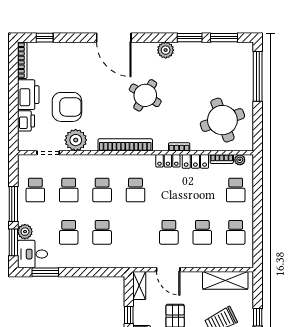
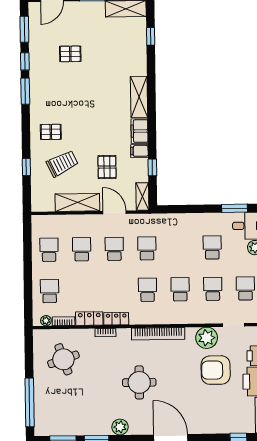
round table: (145, 95) -> (139, 382), turned -31
round table: (222, 120) -> (63, 359), width x0.73, depth x0.73
school desk: (102, 232) -> (147, 248), moved
shelving: (225, 280) -> (77, 202), moved

